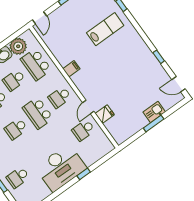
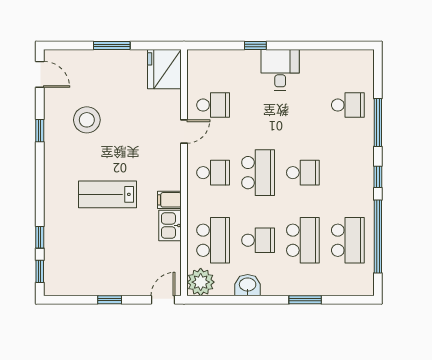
lab bench: (105, 29) -> (107, 194), moved
plant: (18, 46) -> (201, 282), moved
stool: (140, 79) -> (87, 120), added
kitchen sink: (154, 112) -> (170, 225), moved, turned 90
fridge: (105, 114) -> (164, 69), moved, width x1.88, depth x1.34
desk: (61, 168) -> (280, 70), width x0.53, depth x0.77

